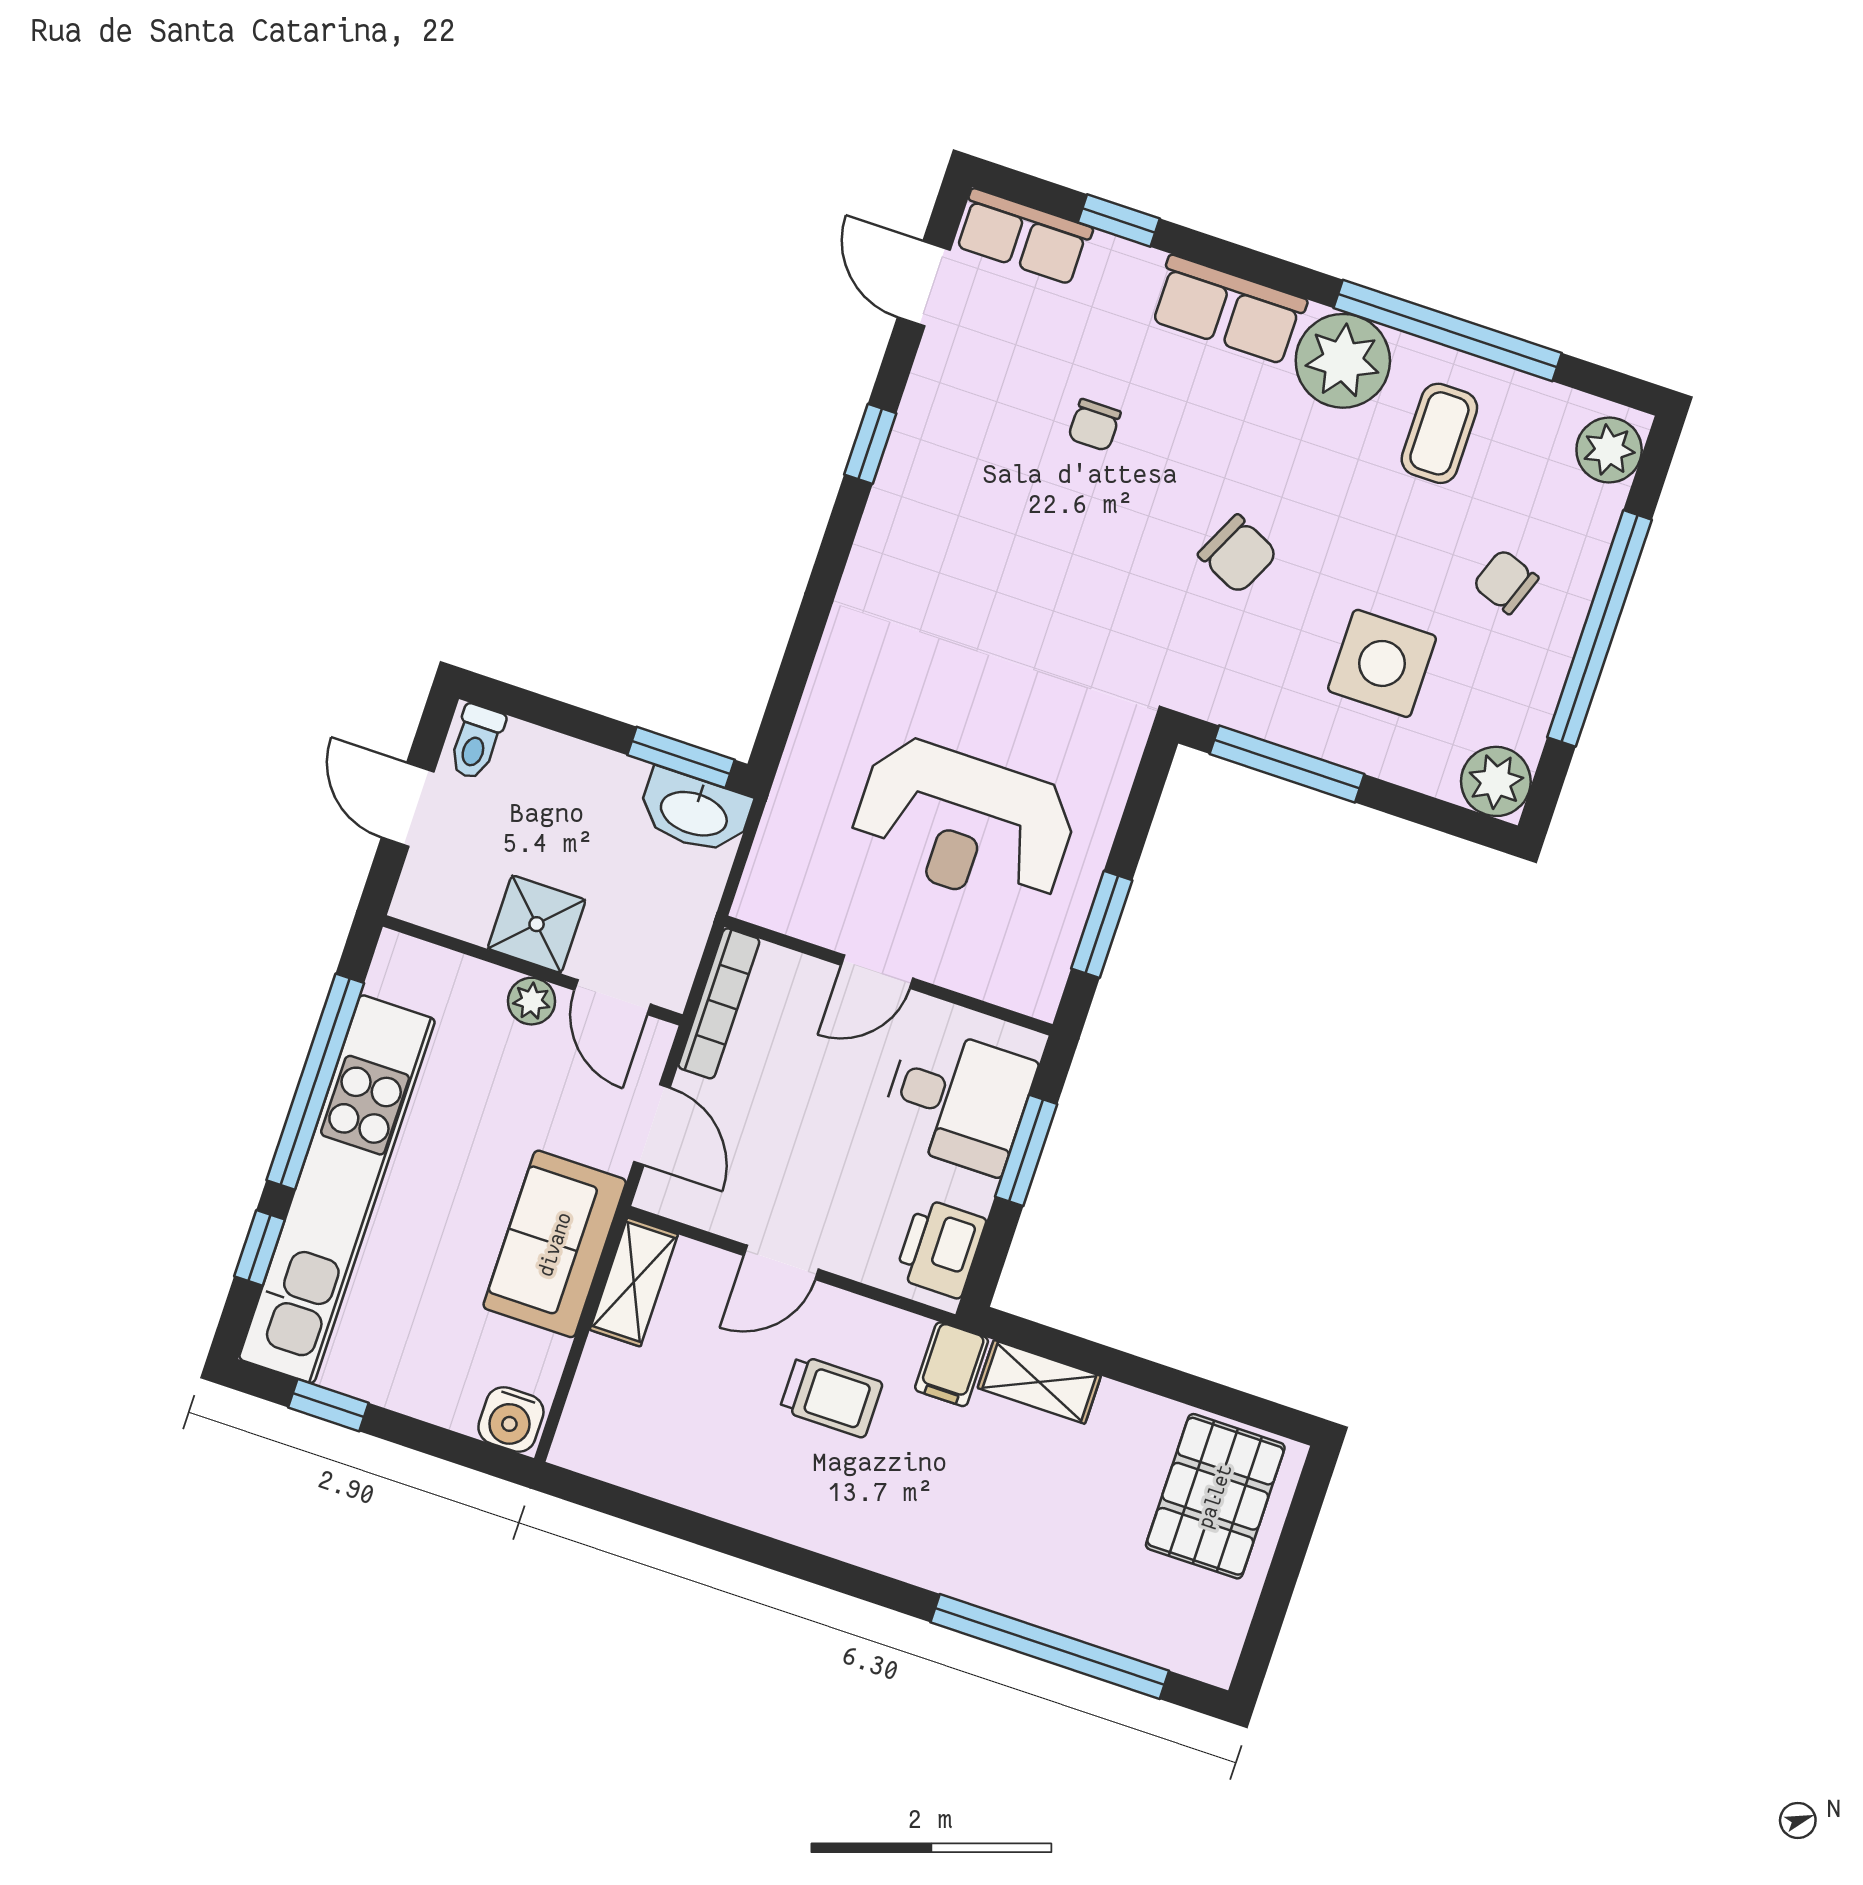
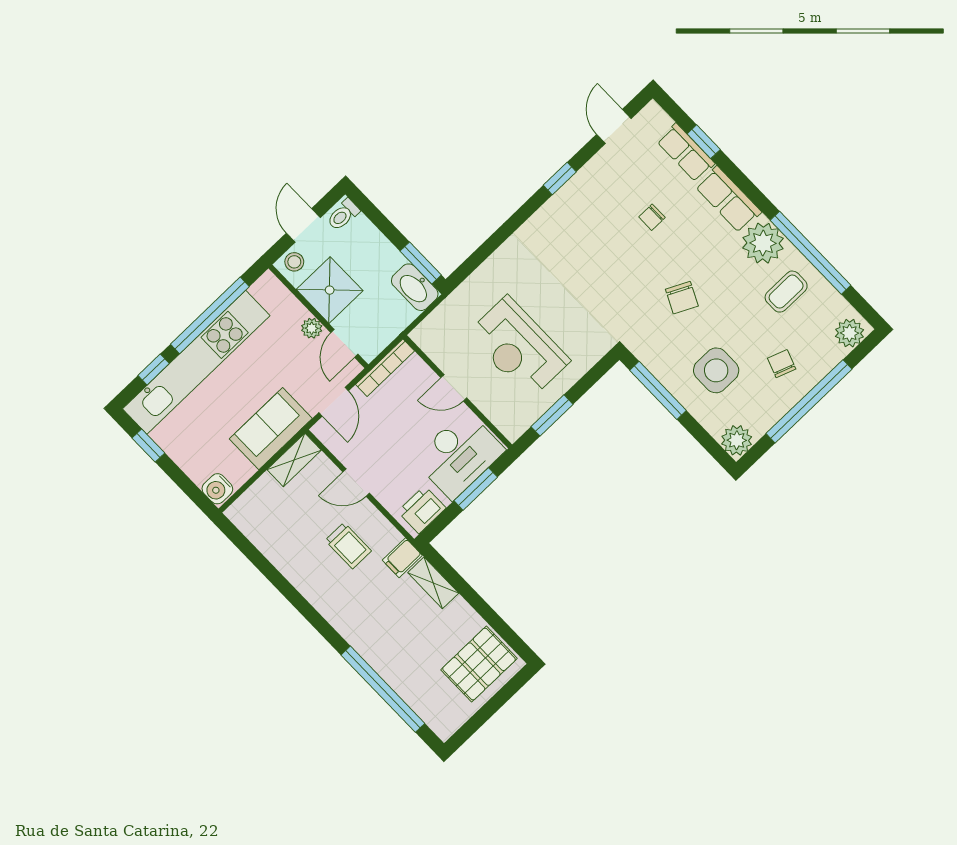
row of seats: (1023, 237) -> (686, 152), moved
stool: (428, 887) -> (294, 262), added
shower: (537, 924) -> (330, 290), width x1.36, depth x1.36
desk: (957, 1100) -> (459, 455), width x1.37

